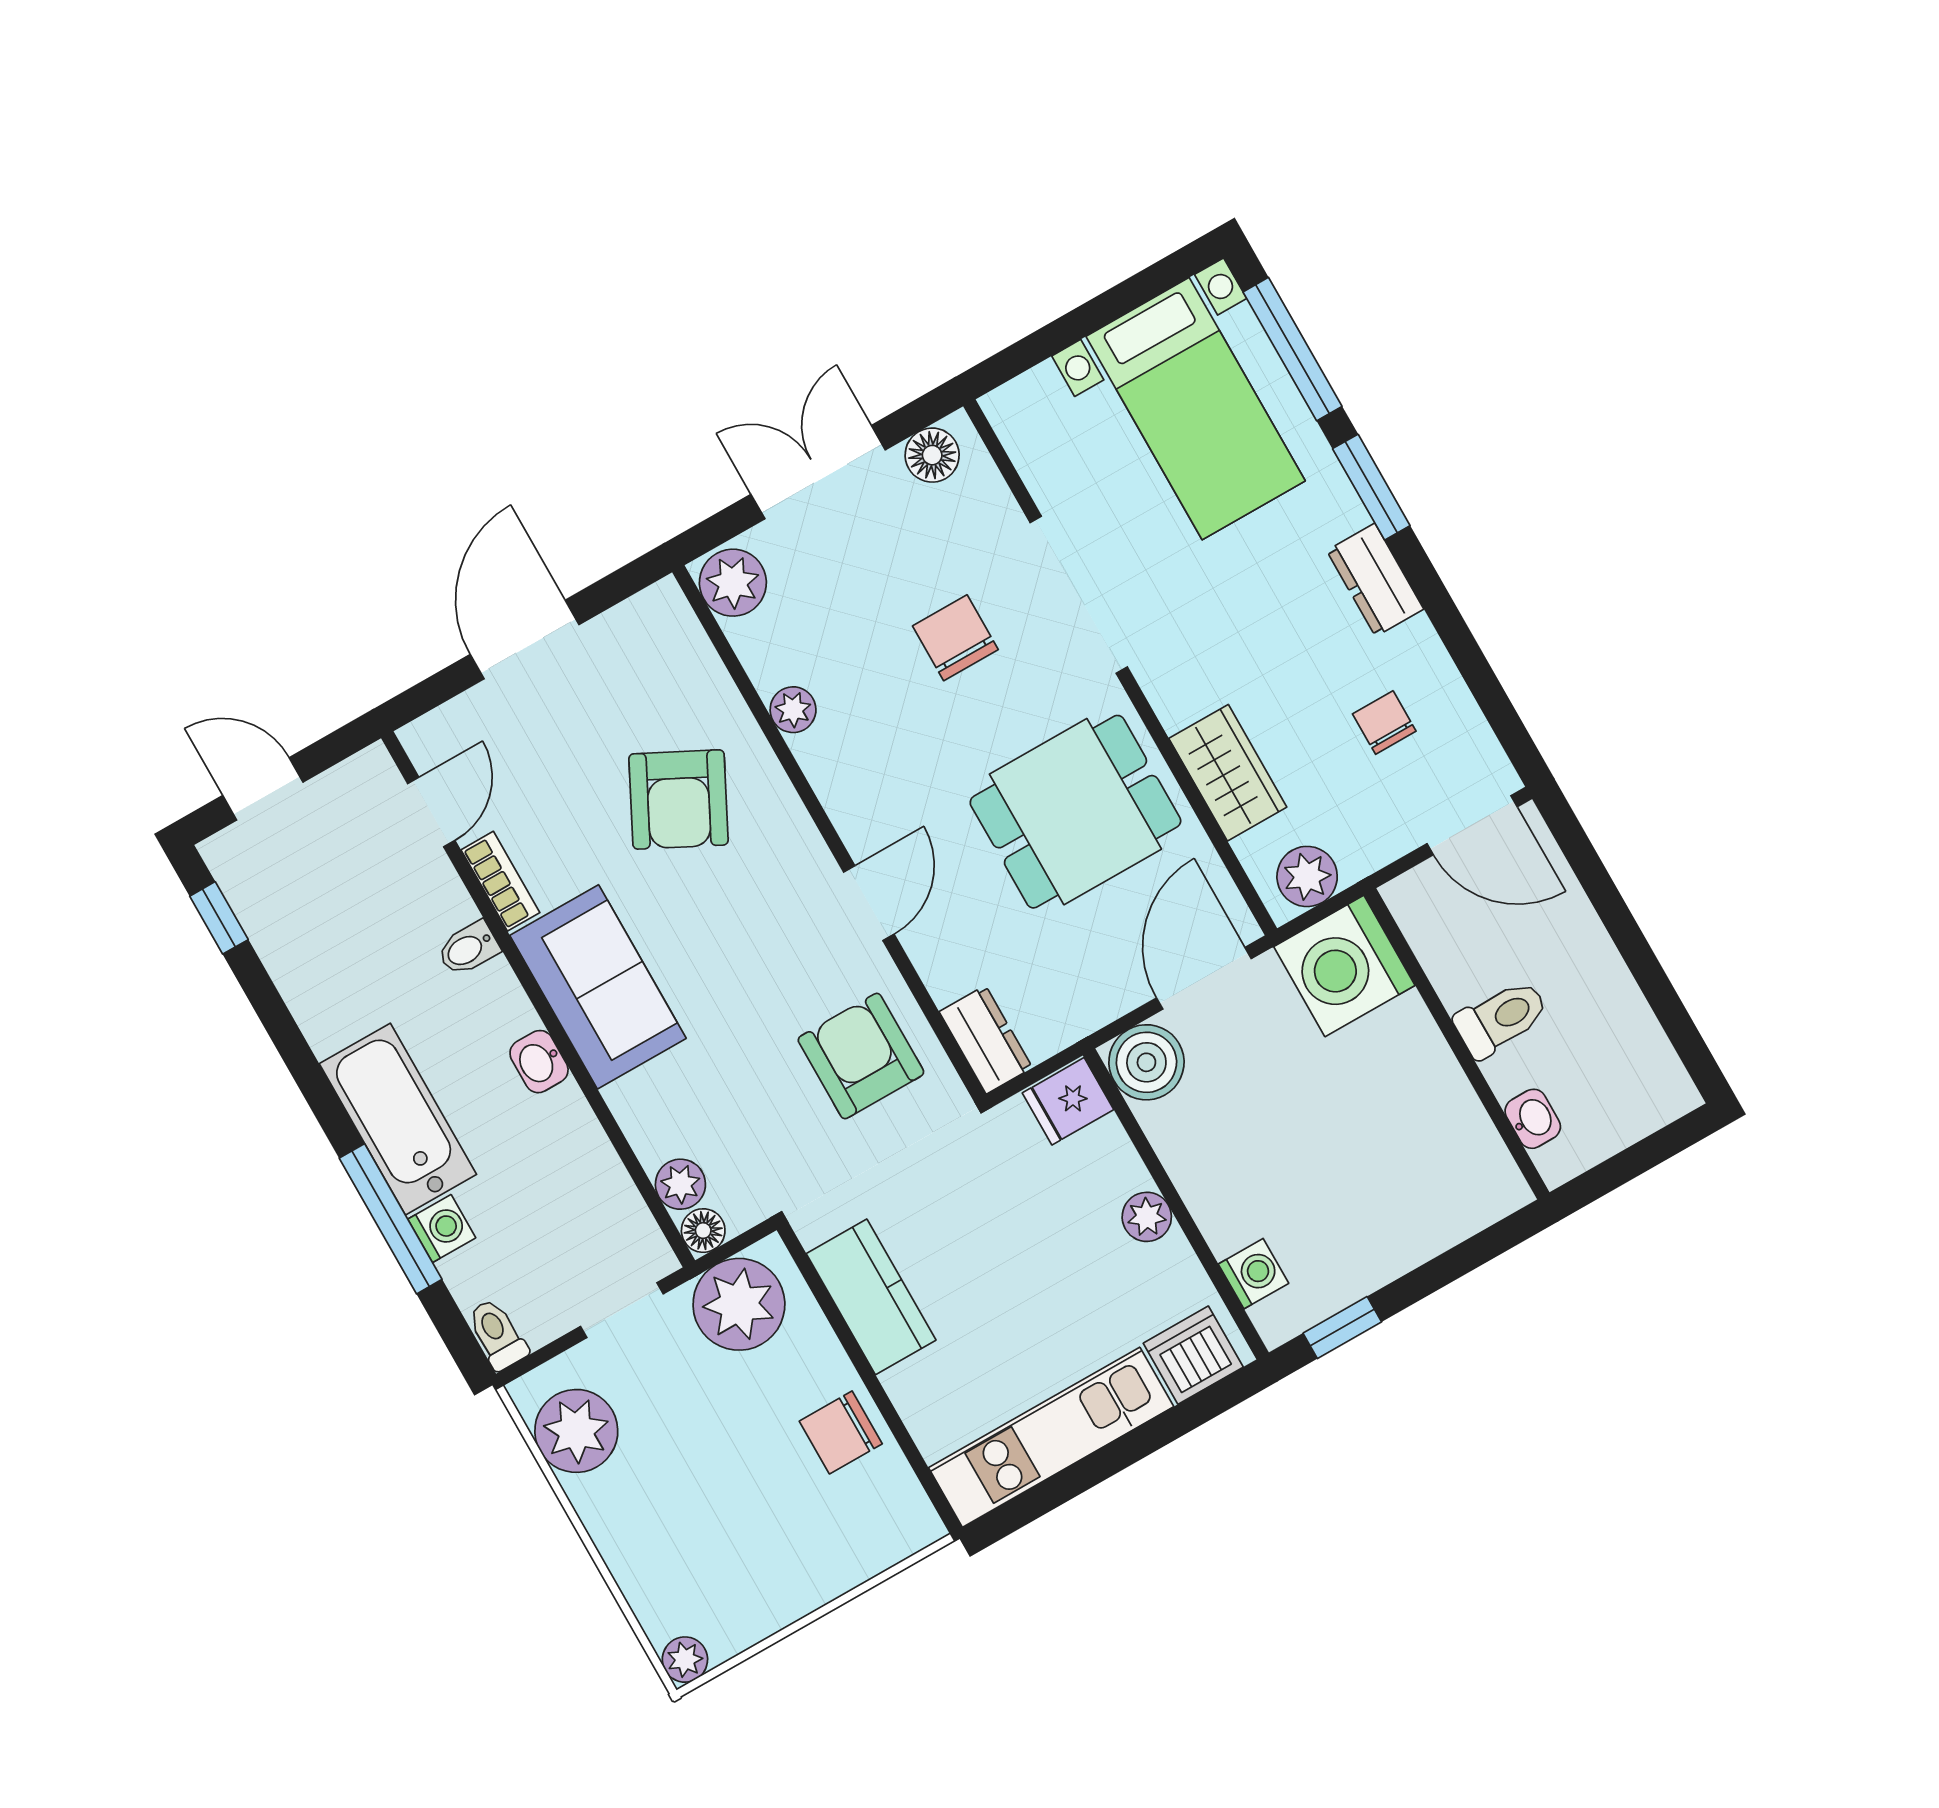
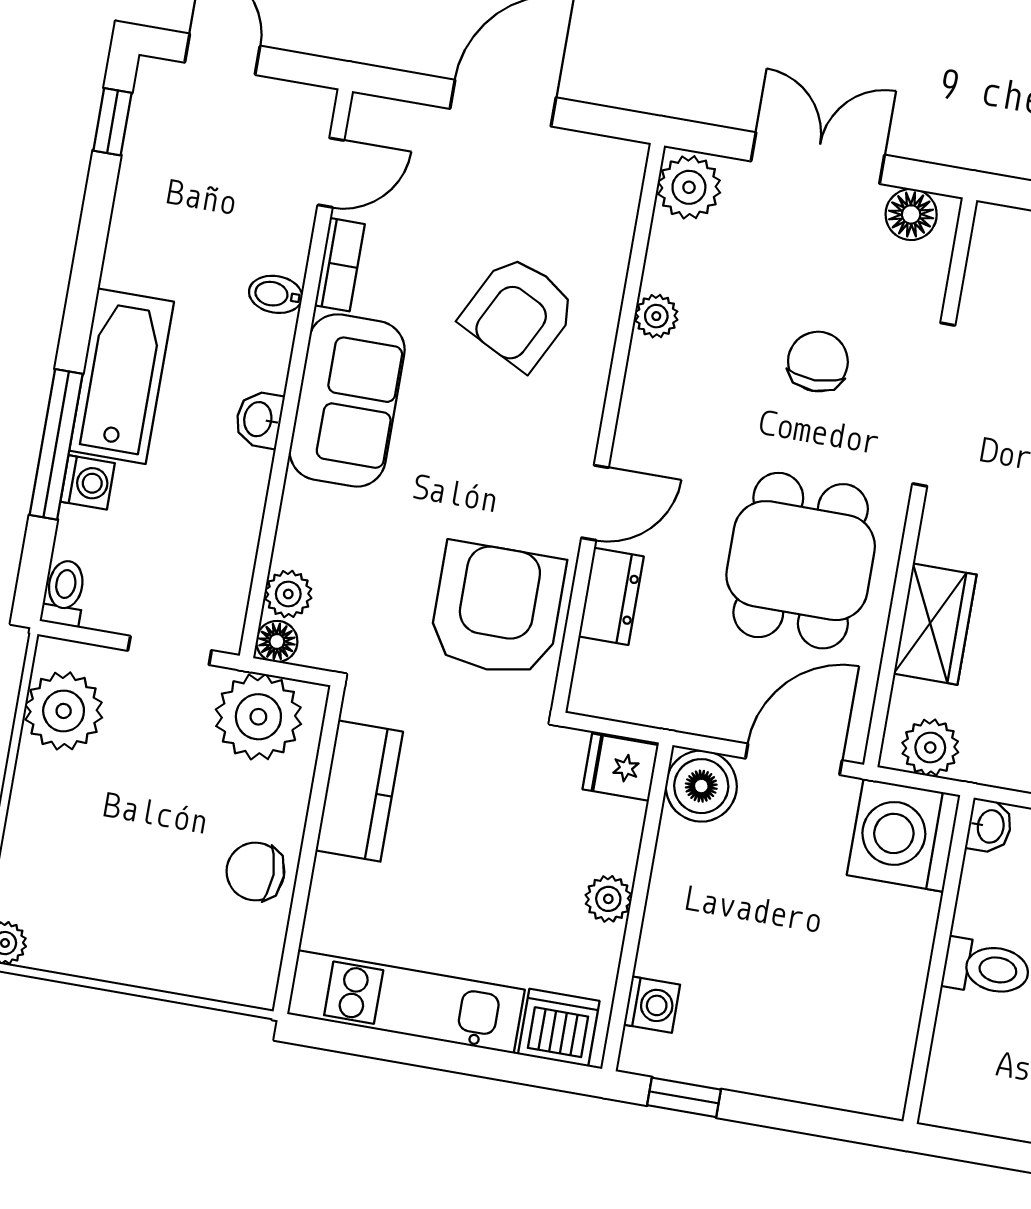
dining table: (1075, 812) -> (801, 561), turned 90
dresser: (986, 1040) -> (611, 596), moved
armchair: (861, 1056) -> (497, 609), width x1.36, depth x1.36
washbasin: (1533, 1119) -> (989, 826), moved

